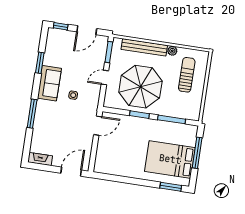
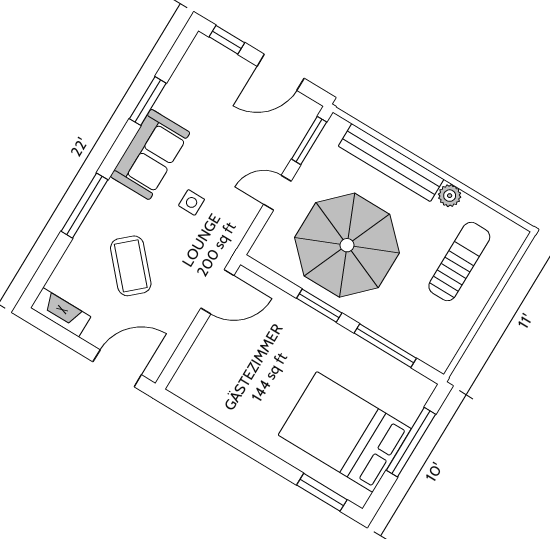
coffee table: (60, 130) -> (131, 266), added

